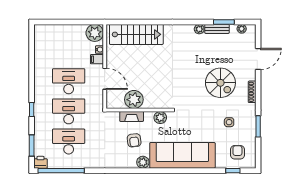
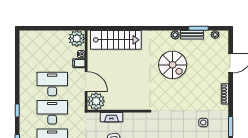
spiral stairs: (220, 83) -> (173, 65), moved
plant: (134, 100) -> (96, 101), moved
plant: (160, 118) -> (138, 118), removed

